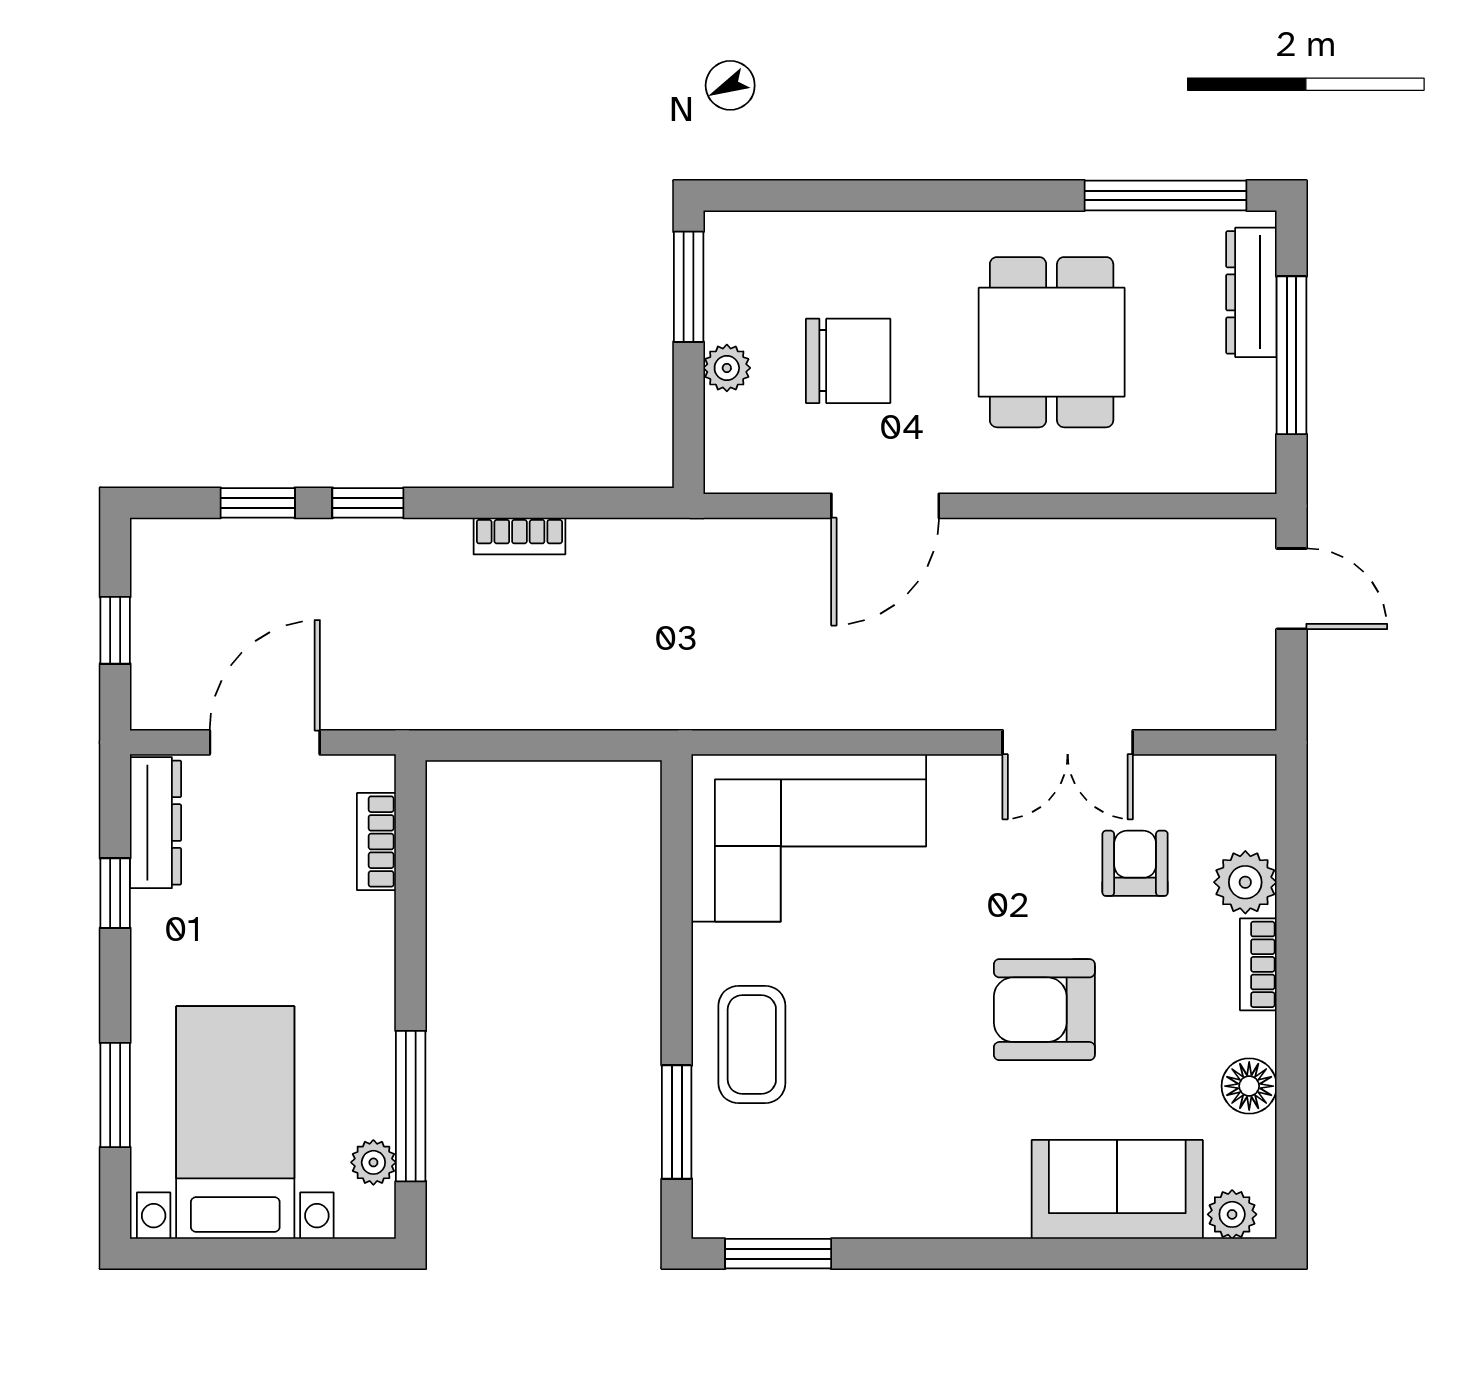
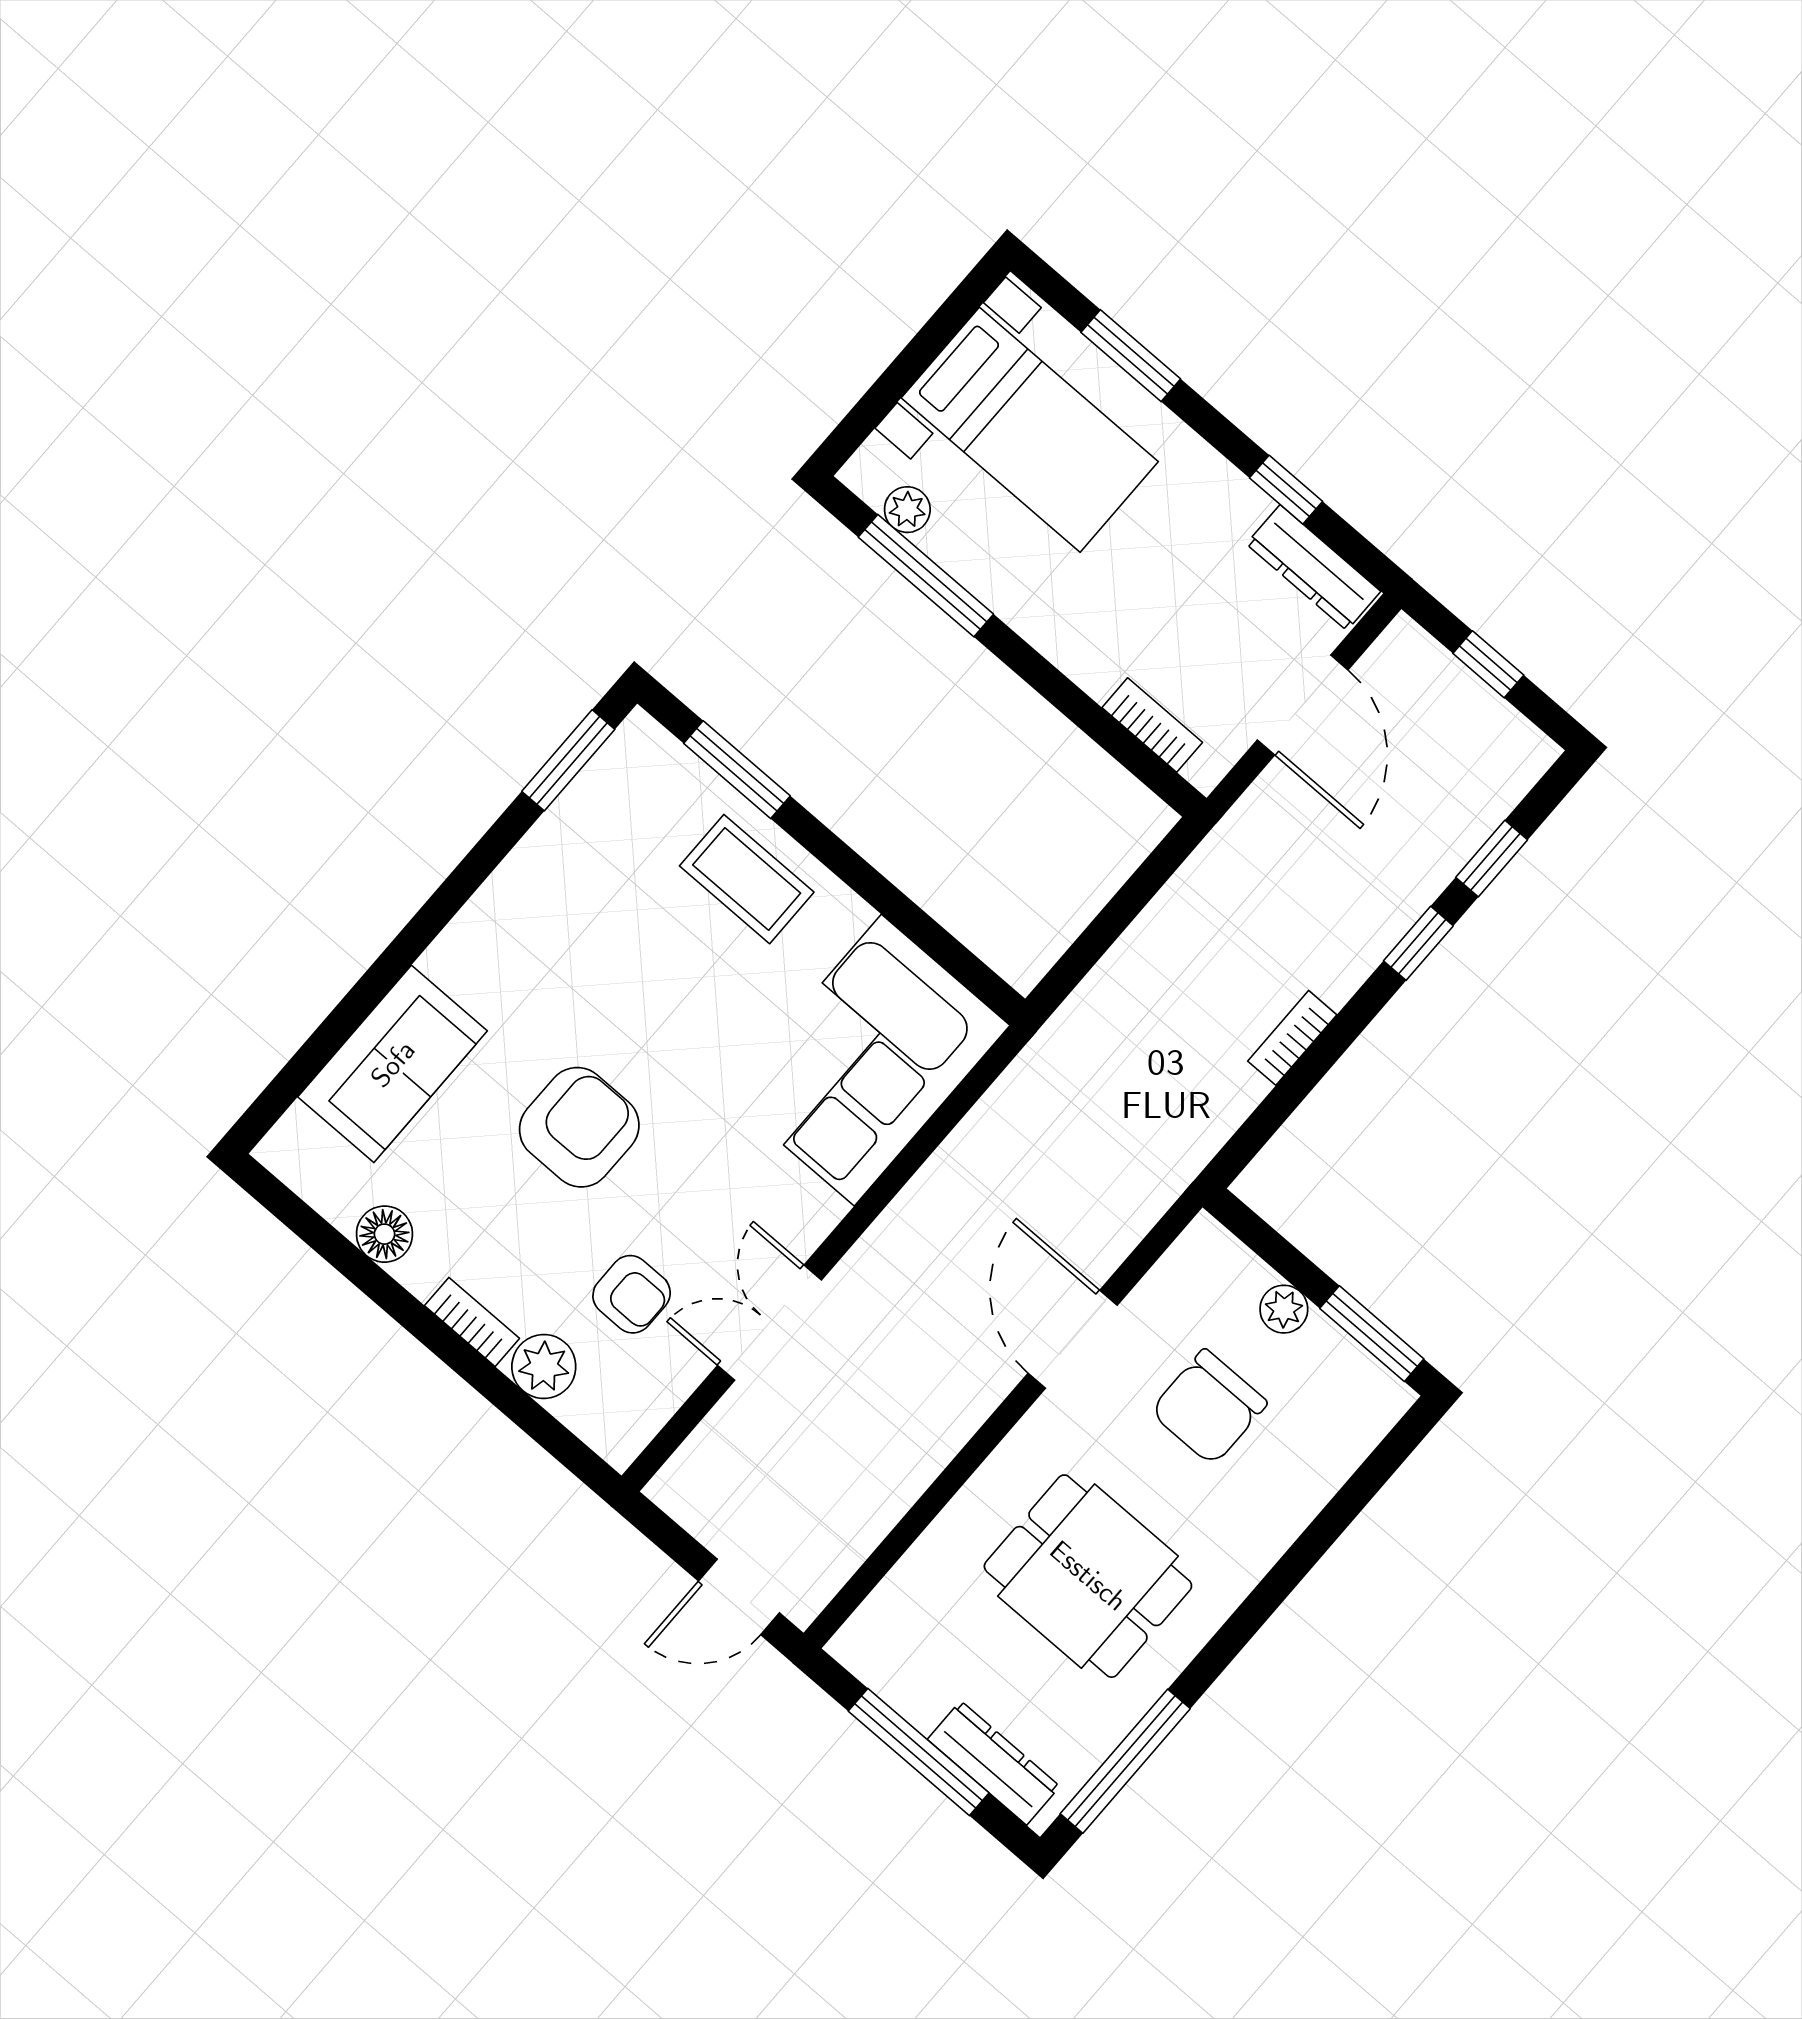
plant: (1232, 1214) -> (297, 1136), removed

